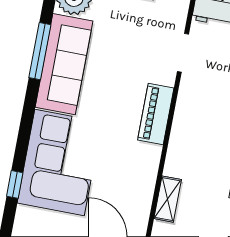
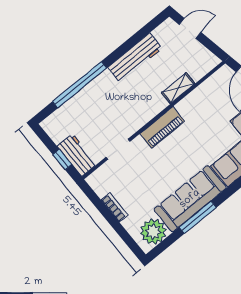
shelving: (168, 199) -> (178, 88), moved

